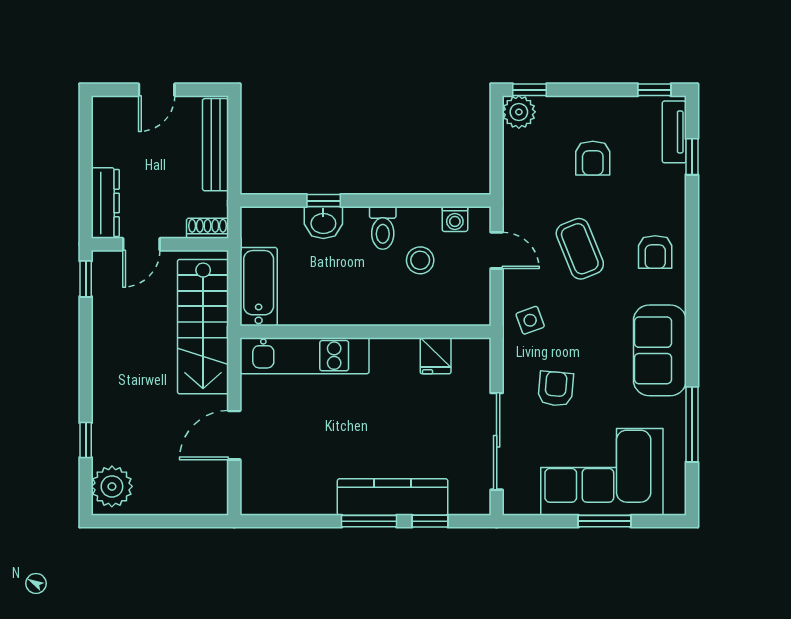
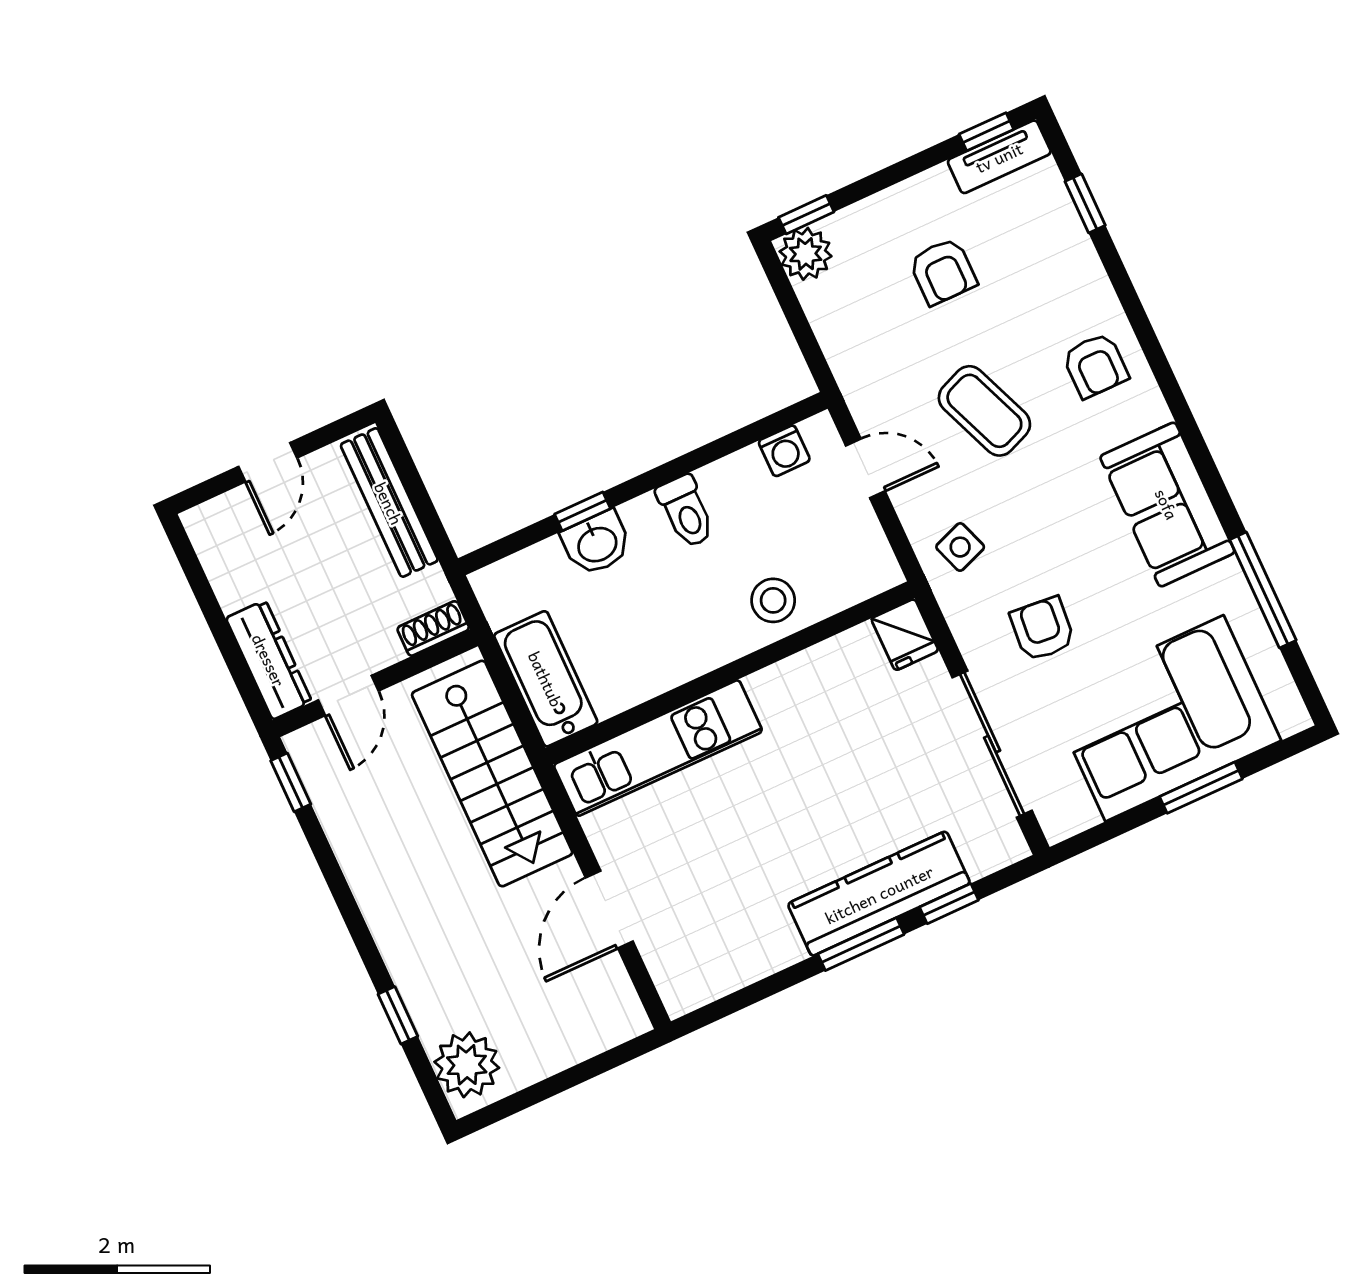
tv unit: (674, 132) -> (999, 157), moved, turned -90
stool: (420, 260) -> (773, 600), moved
fridge: (436, 356) -> (905, 635), moved

